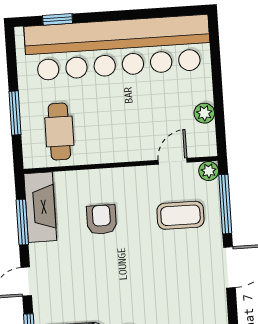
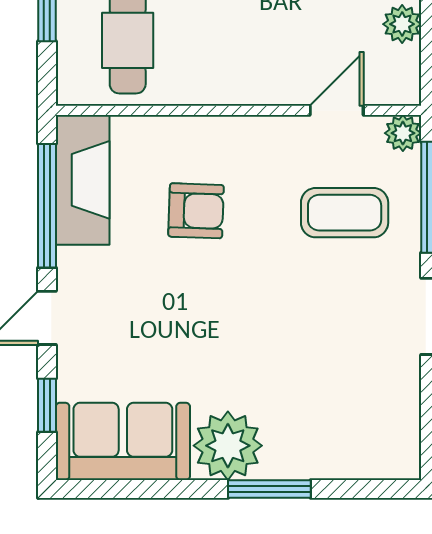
armchair: (102, 220) -> (196, 211), turned 92
window: (22, 222) -> (47, 206), width x1.44

